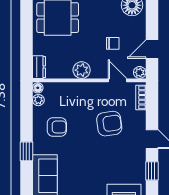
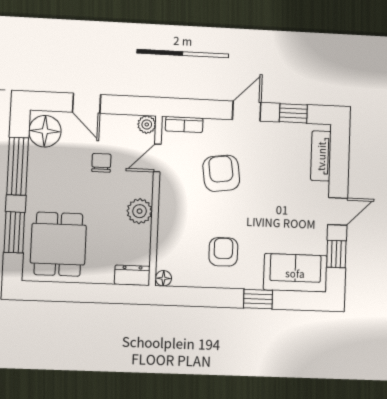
door: (152, 49) -> (87, 103), moved
plant: (38, 100) -> (182, 278), removed

